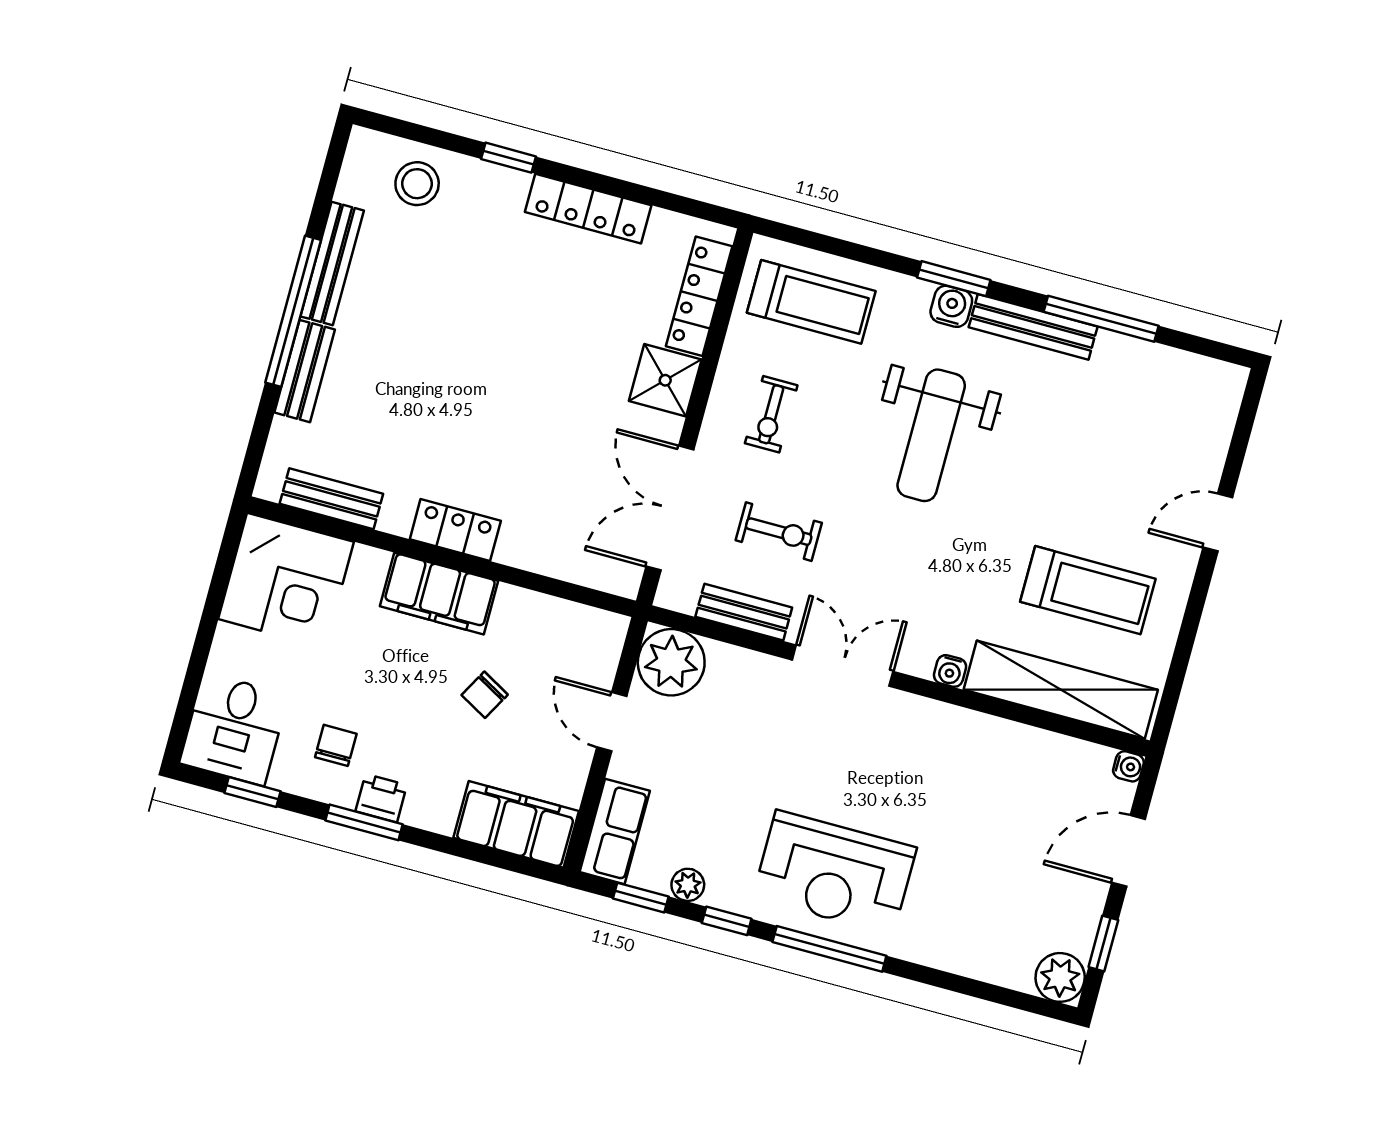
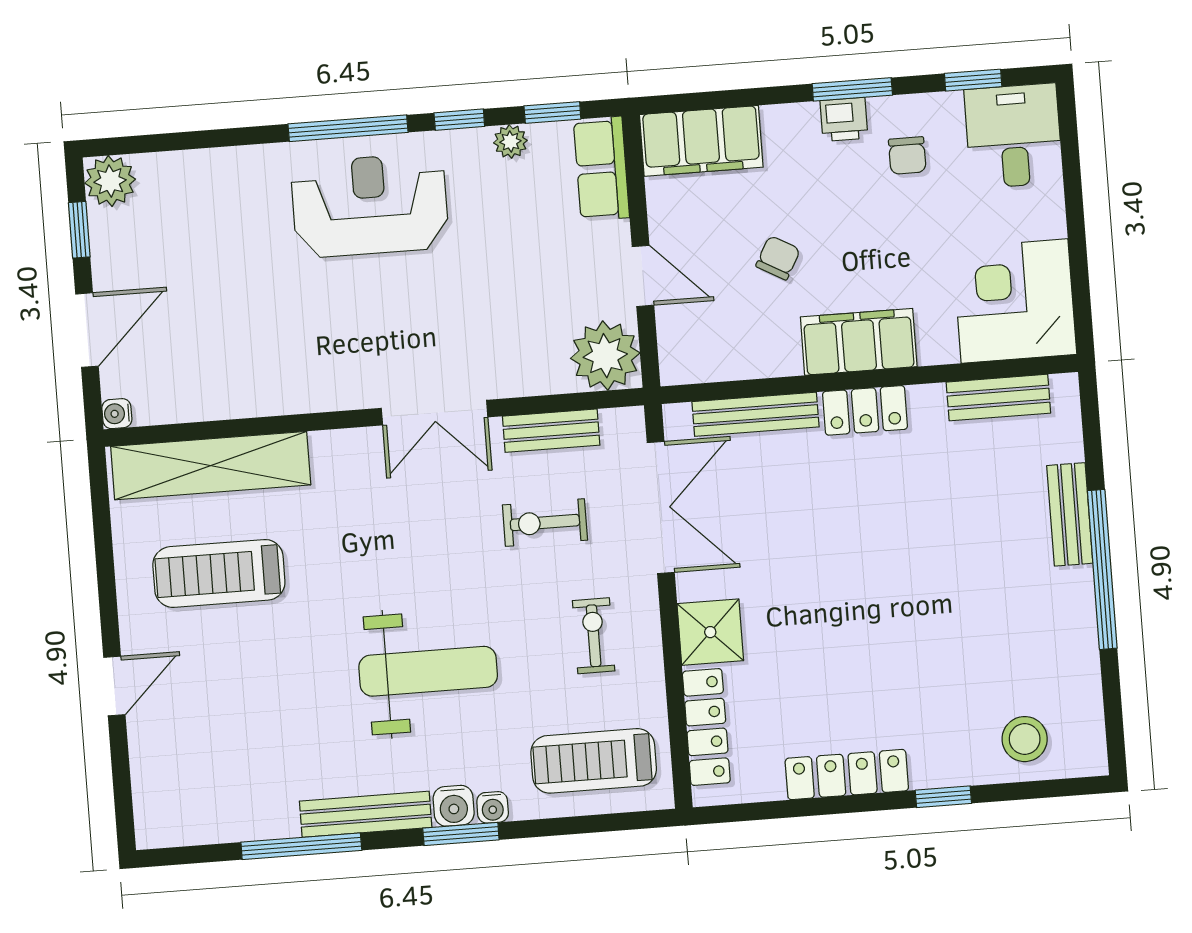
bench: (332, 263) -> (756, 414), moved, turned 90
weight bench: (931, 435) -> (428, 671), turned 90
water cooler: (950, 671) -> (493, 807), moved, turned 180

